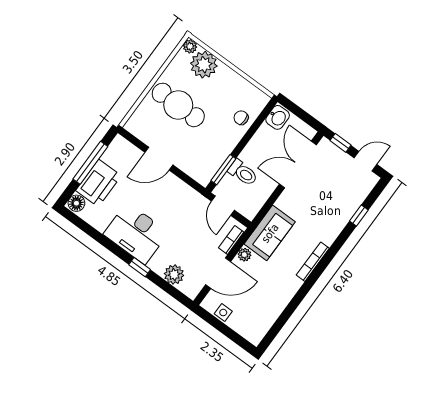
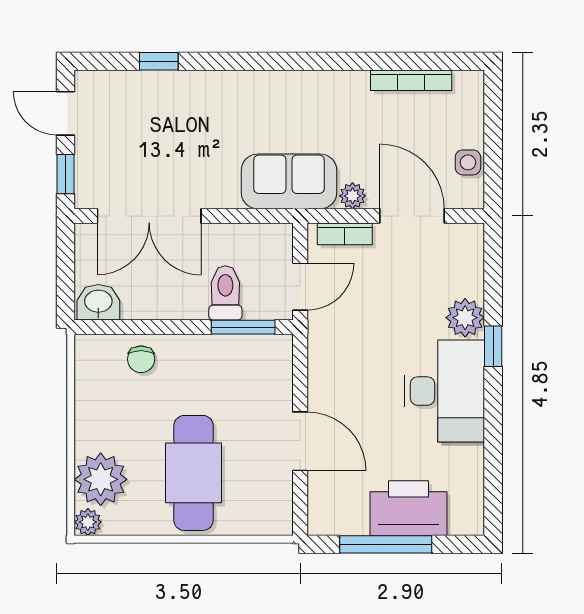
floor lamp: (76, 203) -> (466, 520), removed
bookcase: (313, 262) -> (411, 80), moved
plant: (174, 275) -> (465, 318), moved

